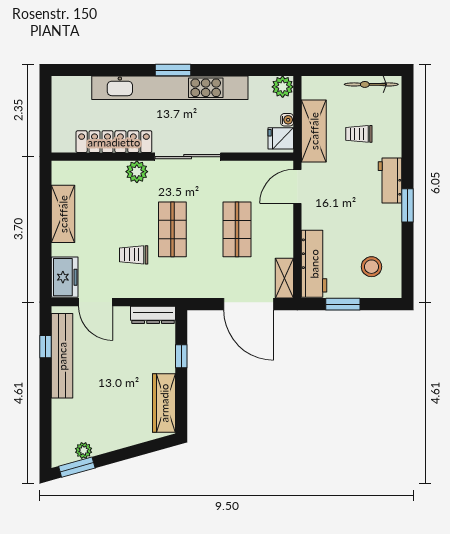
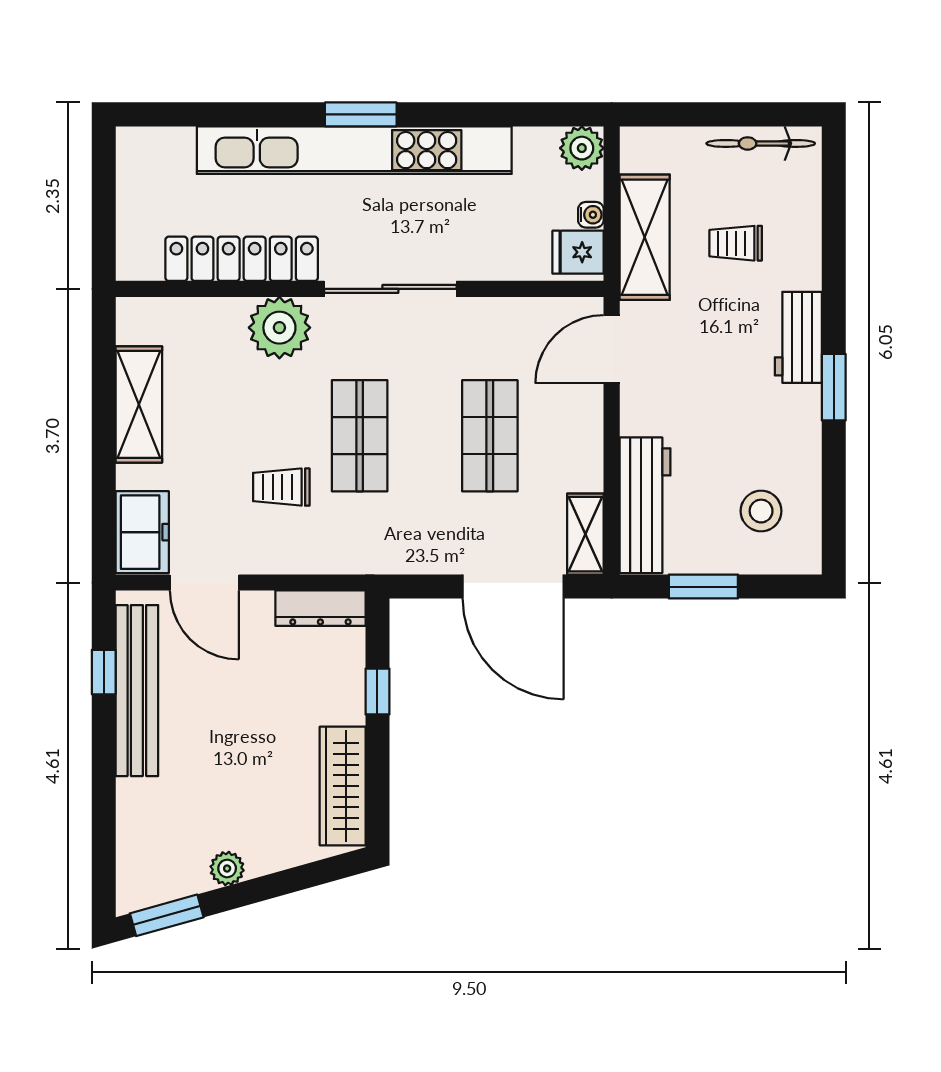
plant: (137, 172) -> (279, 328), width x1.36, depth x1.36
plant: (84, 450) -> (227, 868), moved

